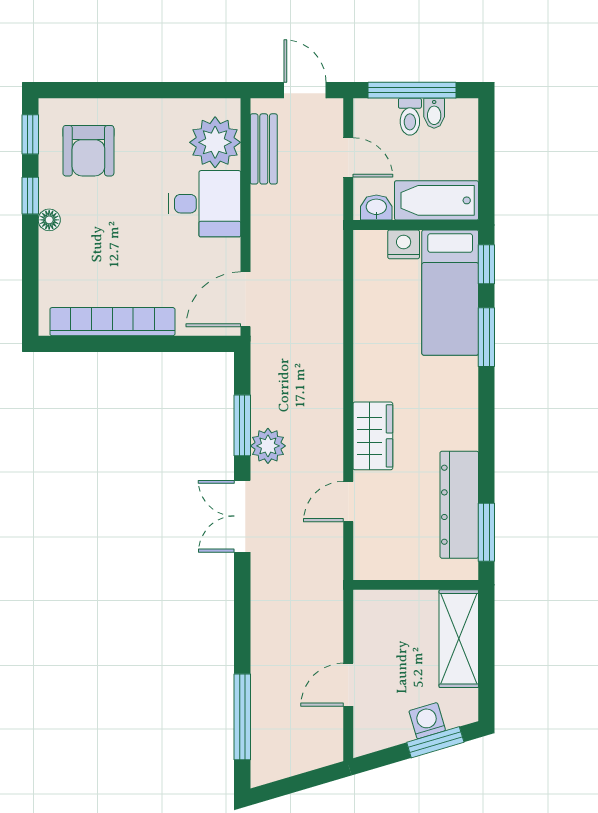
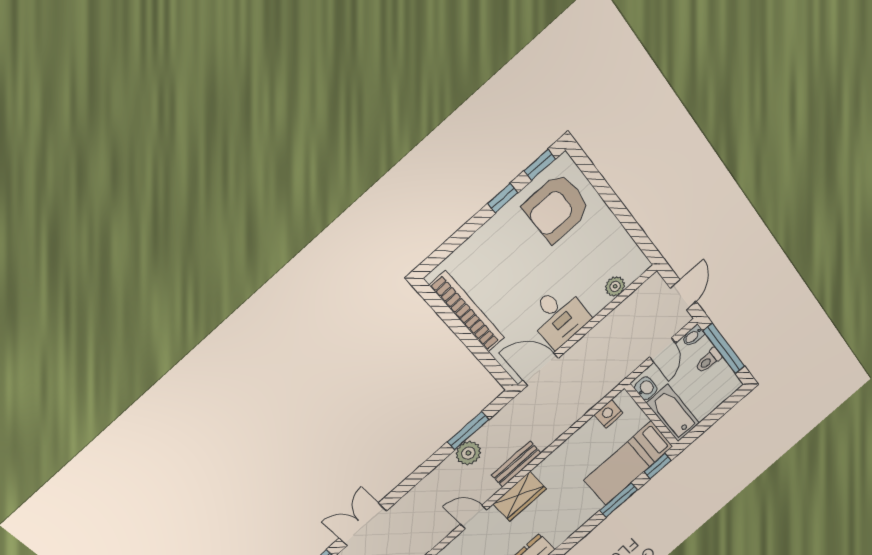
bidet: (434, 113) -> (693, 336), moved
plant: (215, 142) -> (615, 286), width x0.53, depth x0.53
bench: (264, 149) -> (516, 464), moved
armchair: (88, 151) -> (557, 208), width x1.36, depth x1.36
desk: (205, 204) -> (559, 316), moved
floor lamp: (49, 220) -> (497, 222), removed
nightstand: (404, 244) -> (609, 414), moved, turned -90
double door: (242, 516) -> (363, 524), moved

